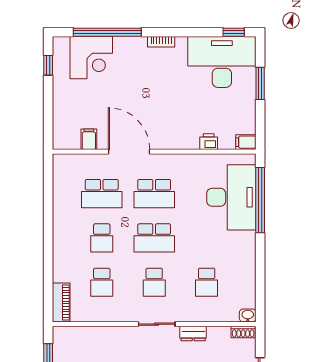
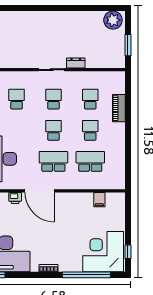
corner desk: (91, 58) -> (103, 252), width x1.36, depth x1.36
door: (129, 152) -> (40, 191), moved
school desk: (154, 238) -> (53, 130), width x0.54
piano: (61, 302) -> (119, 108), moved
dresser: (193, 334) -> (76, 63), moved

